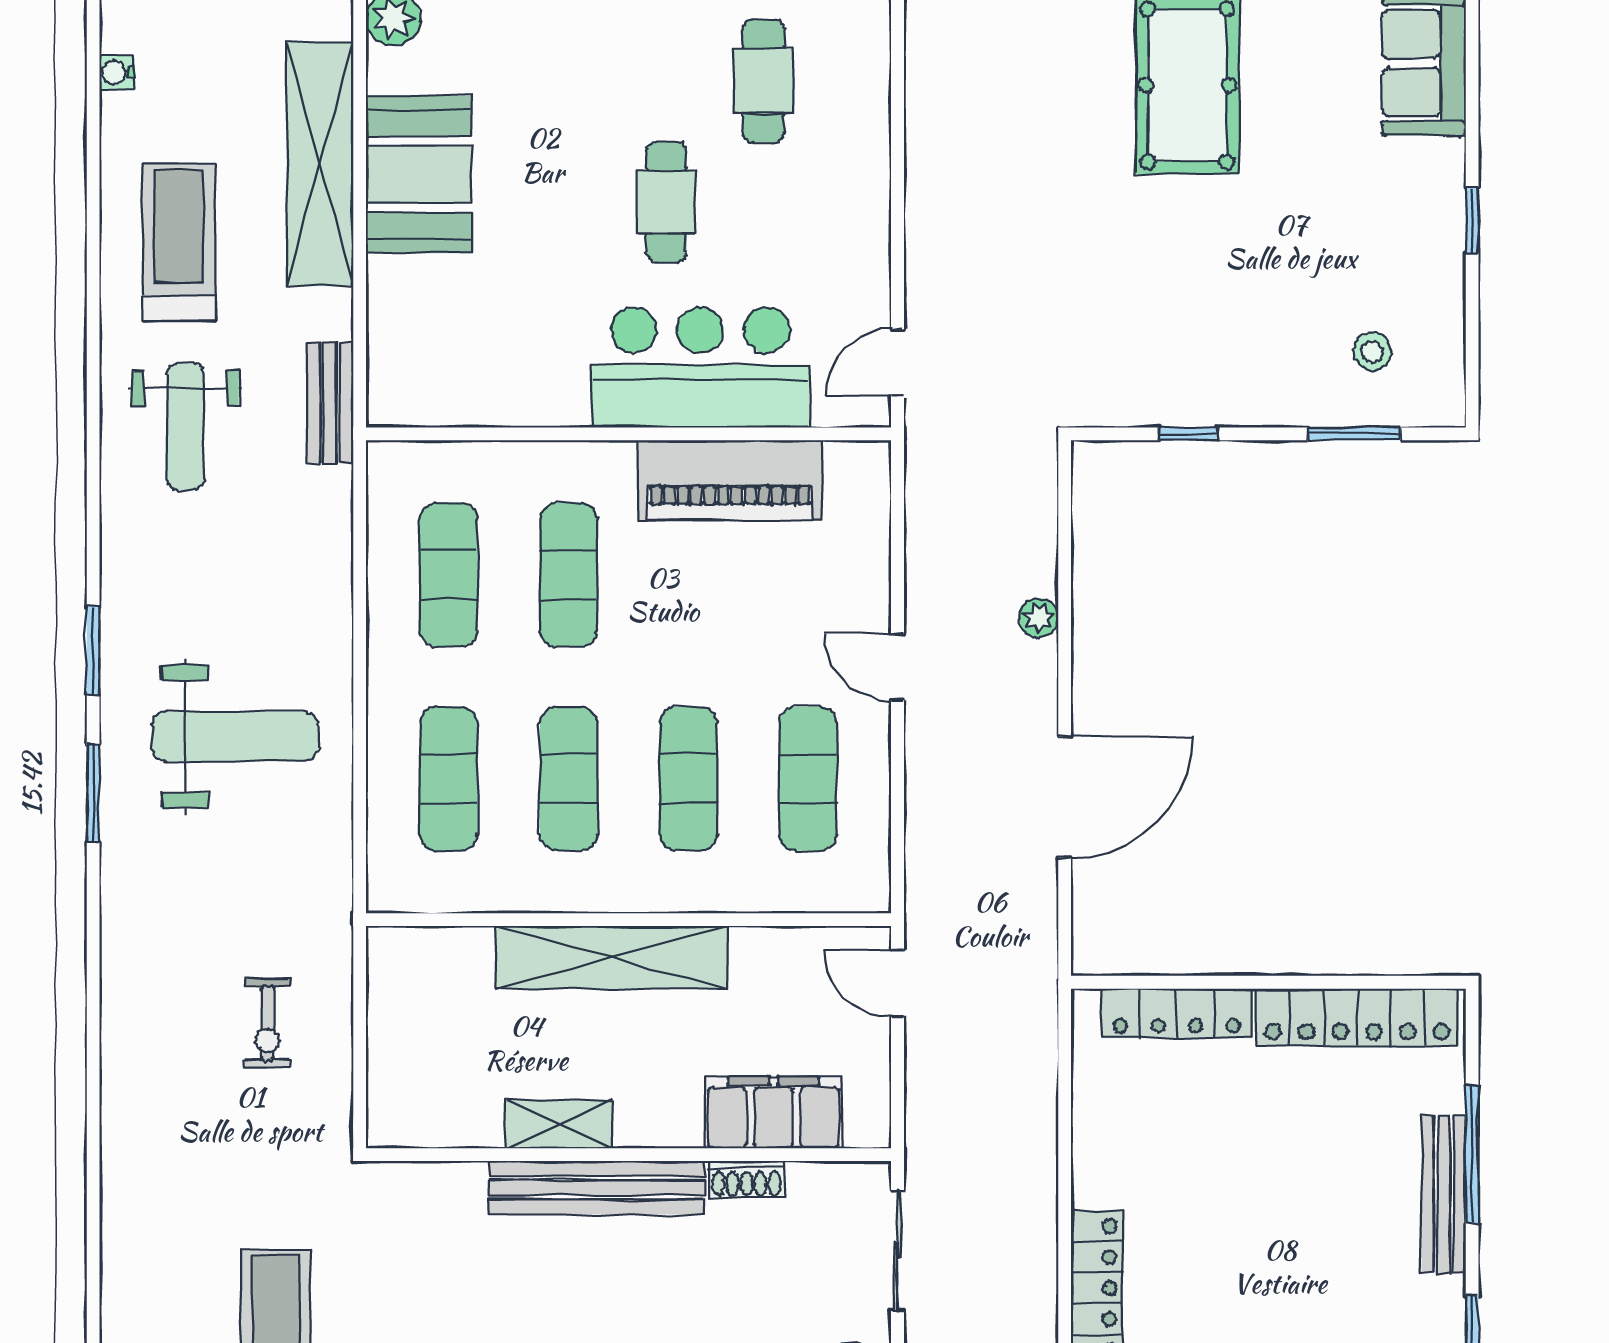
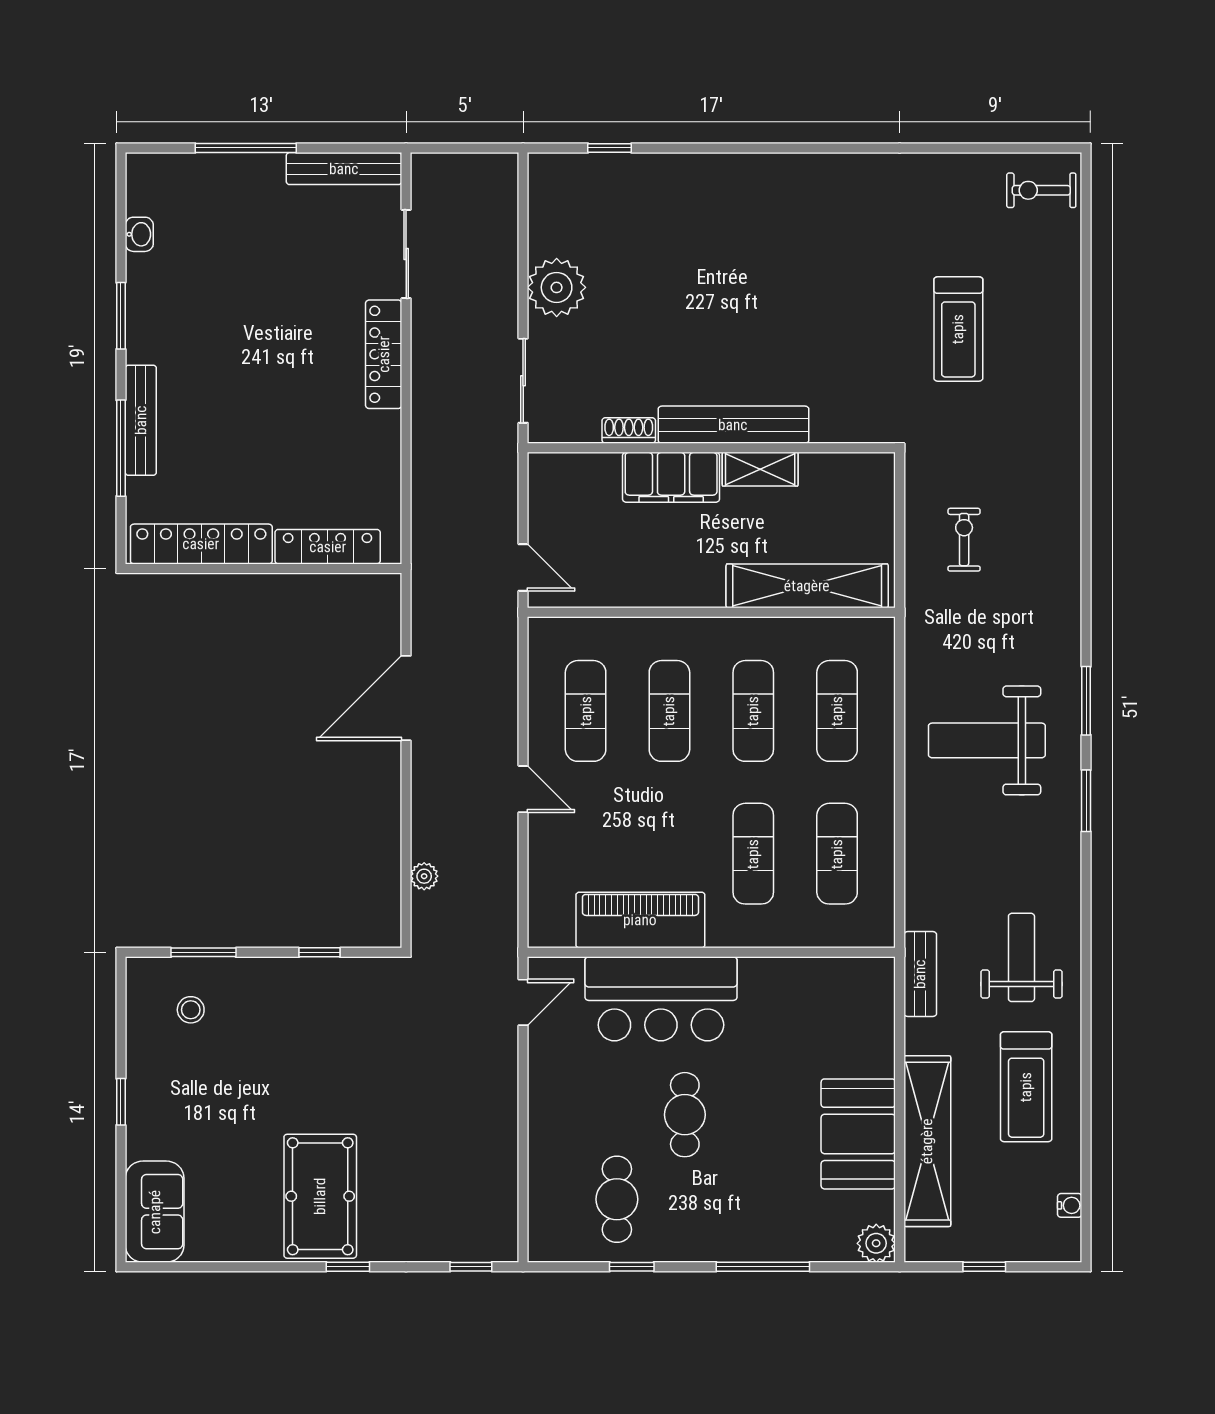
plant: (1039, 618) -> (424, 876), moved
shelving: (611, 957) -> (807, 586), moved
filing cabinet: (774, 1113) -> (671, 477), moved

